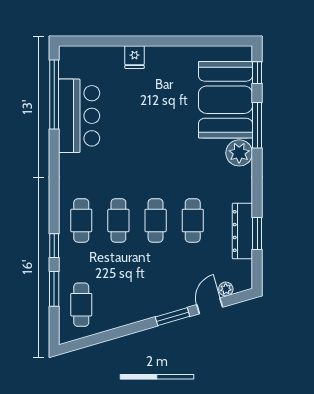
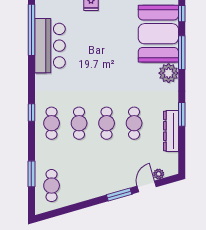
window: (257, 233) -> (182, 114), moved
window: (54, 246) -> (31, 113), moved

